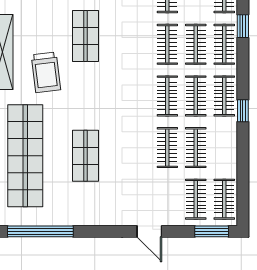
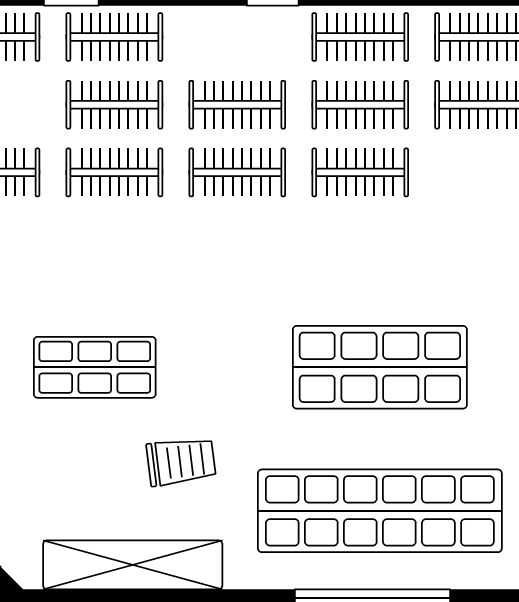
trolley: (46, 72) -> (181, 461), width x0.73, depth x0.72
clothes rail: (224, 96) -> (360, 37), moved
shop shelf: (86, 156) -> (380, 367), width x1.43, depth x1.36

